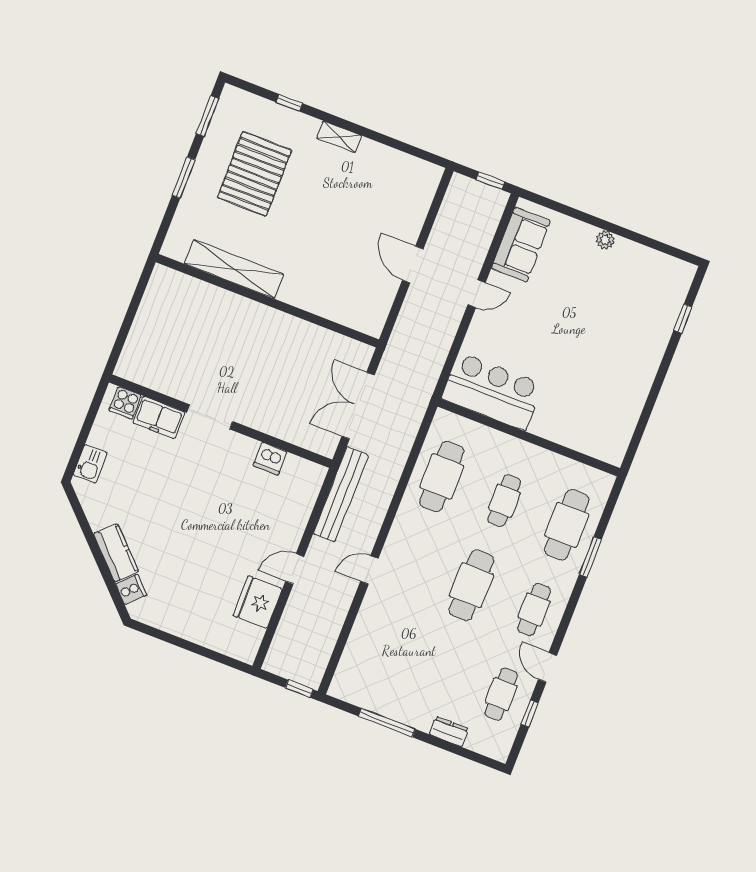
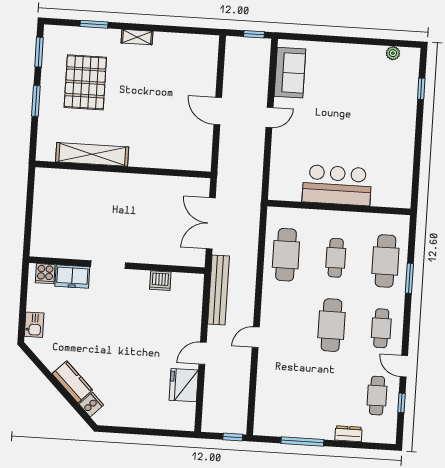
window: (289, 103) -> (94, 24), width x1.50
plant: (605, 240) -> (393, 53), moved
bar counter: (492, 391) -> (337, 185), moved

